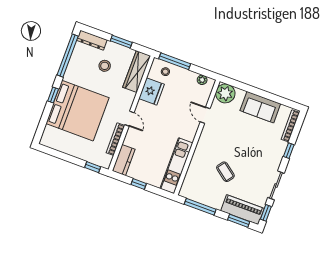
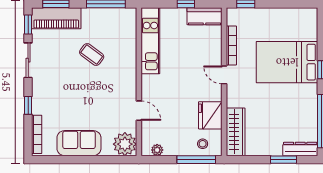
window: (121, 42) -> (284, 160), moved
stool: (105, 66) -> (275, 125), removed
bed: (77, 111) -> (287, 62), width x0.73
kitchen counter: (124, 160) -> (205, 16), moved, turned -90

